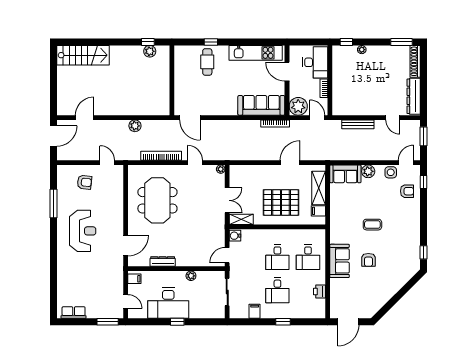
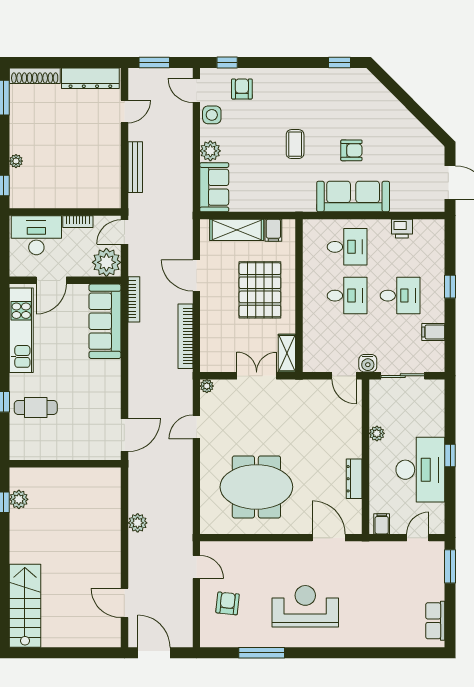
bookcase: (161, 156) -> (185, 336), moved
door: (107, 163) -> (196, 567), swing flipped
water cooler: (235, 236) -> (368, 363), moved
sofa: (340, 261) -> (353, 196), width x1.36

